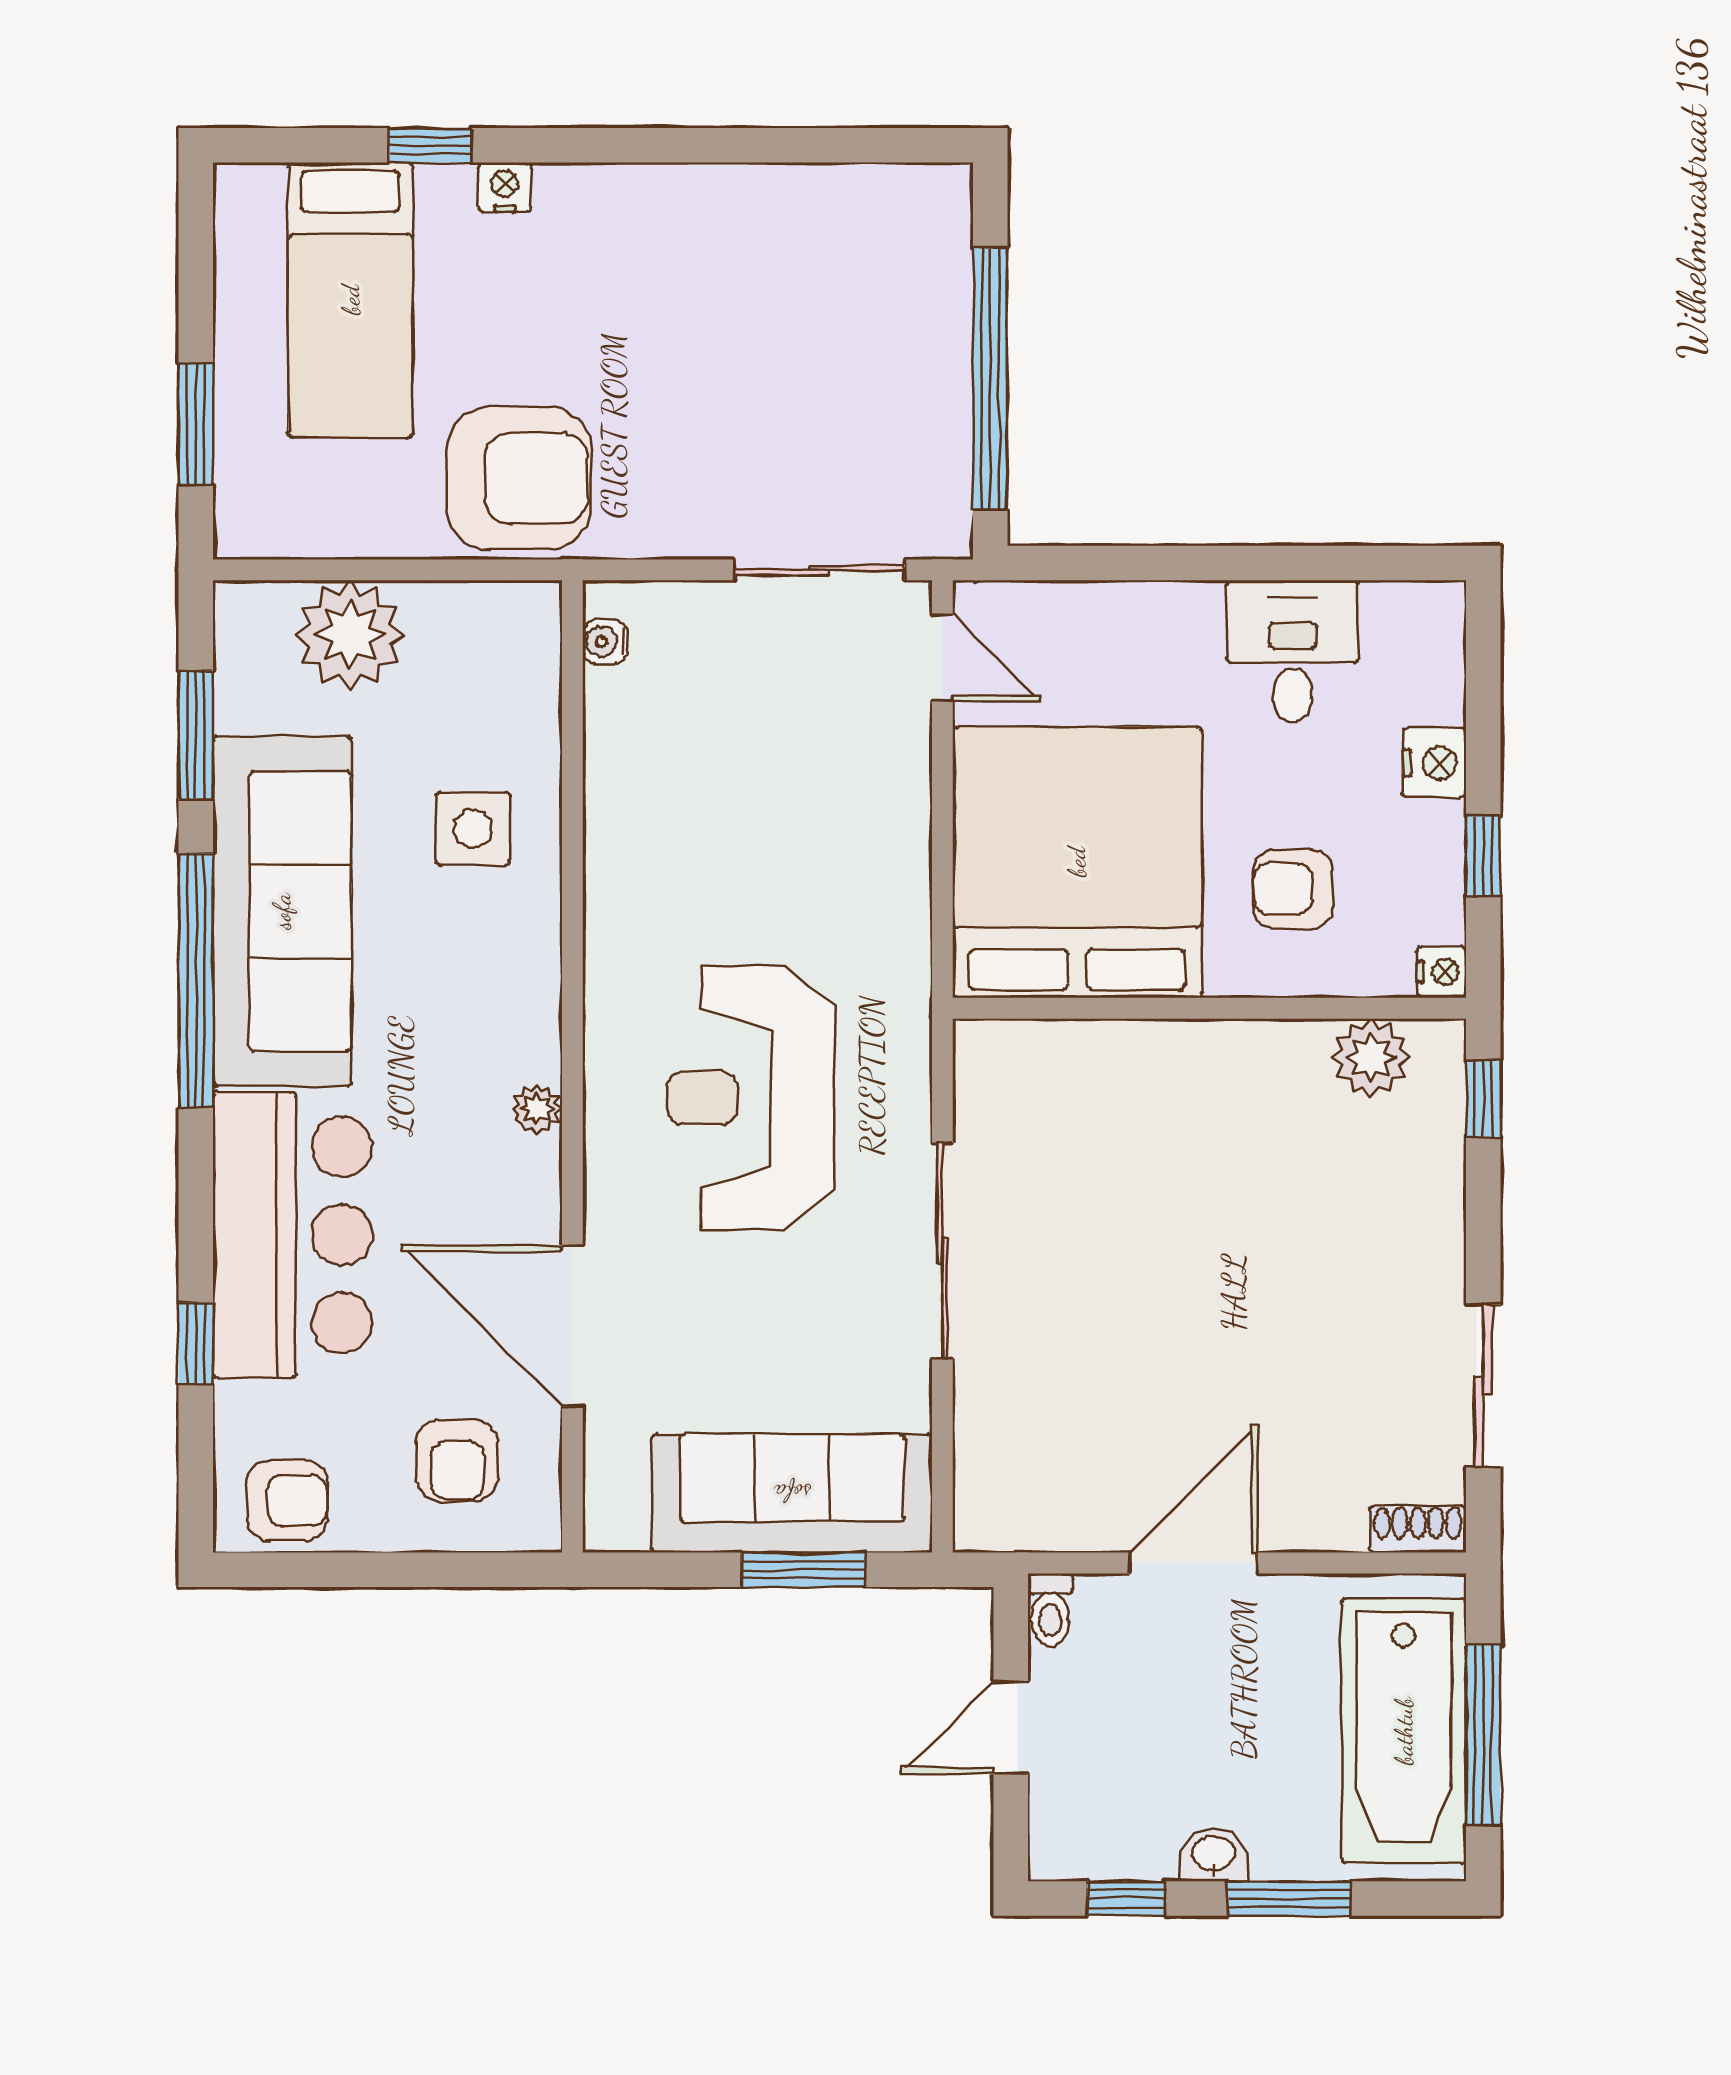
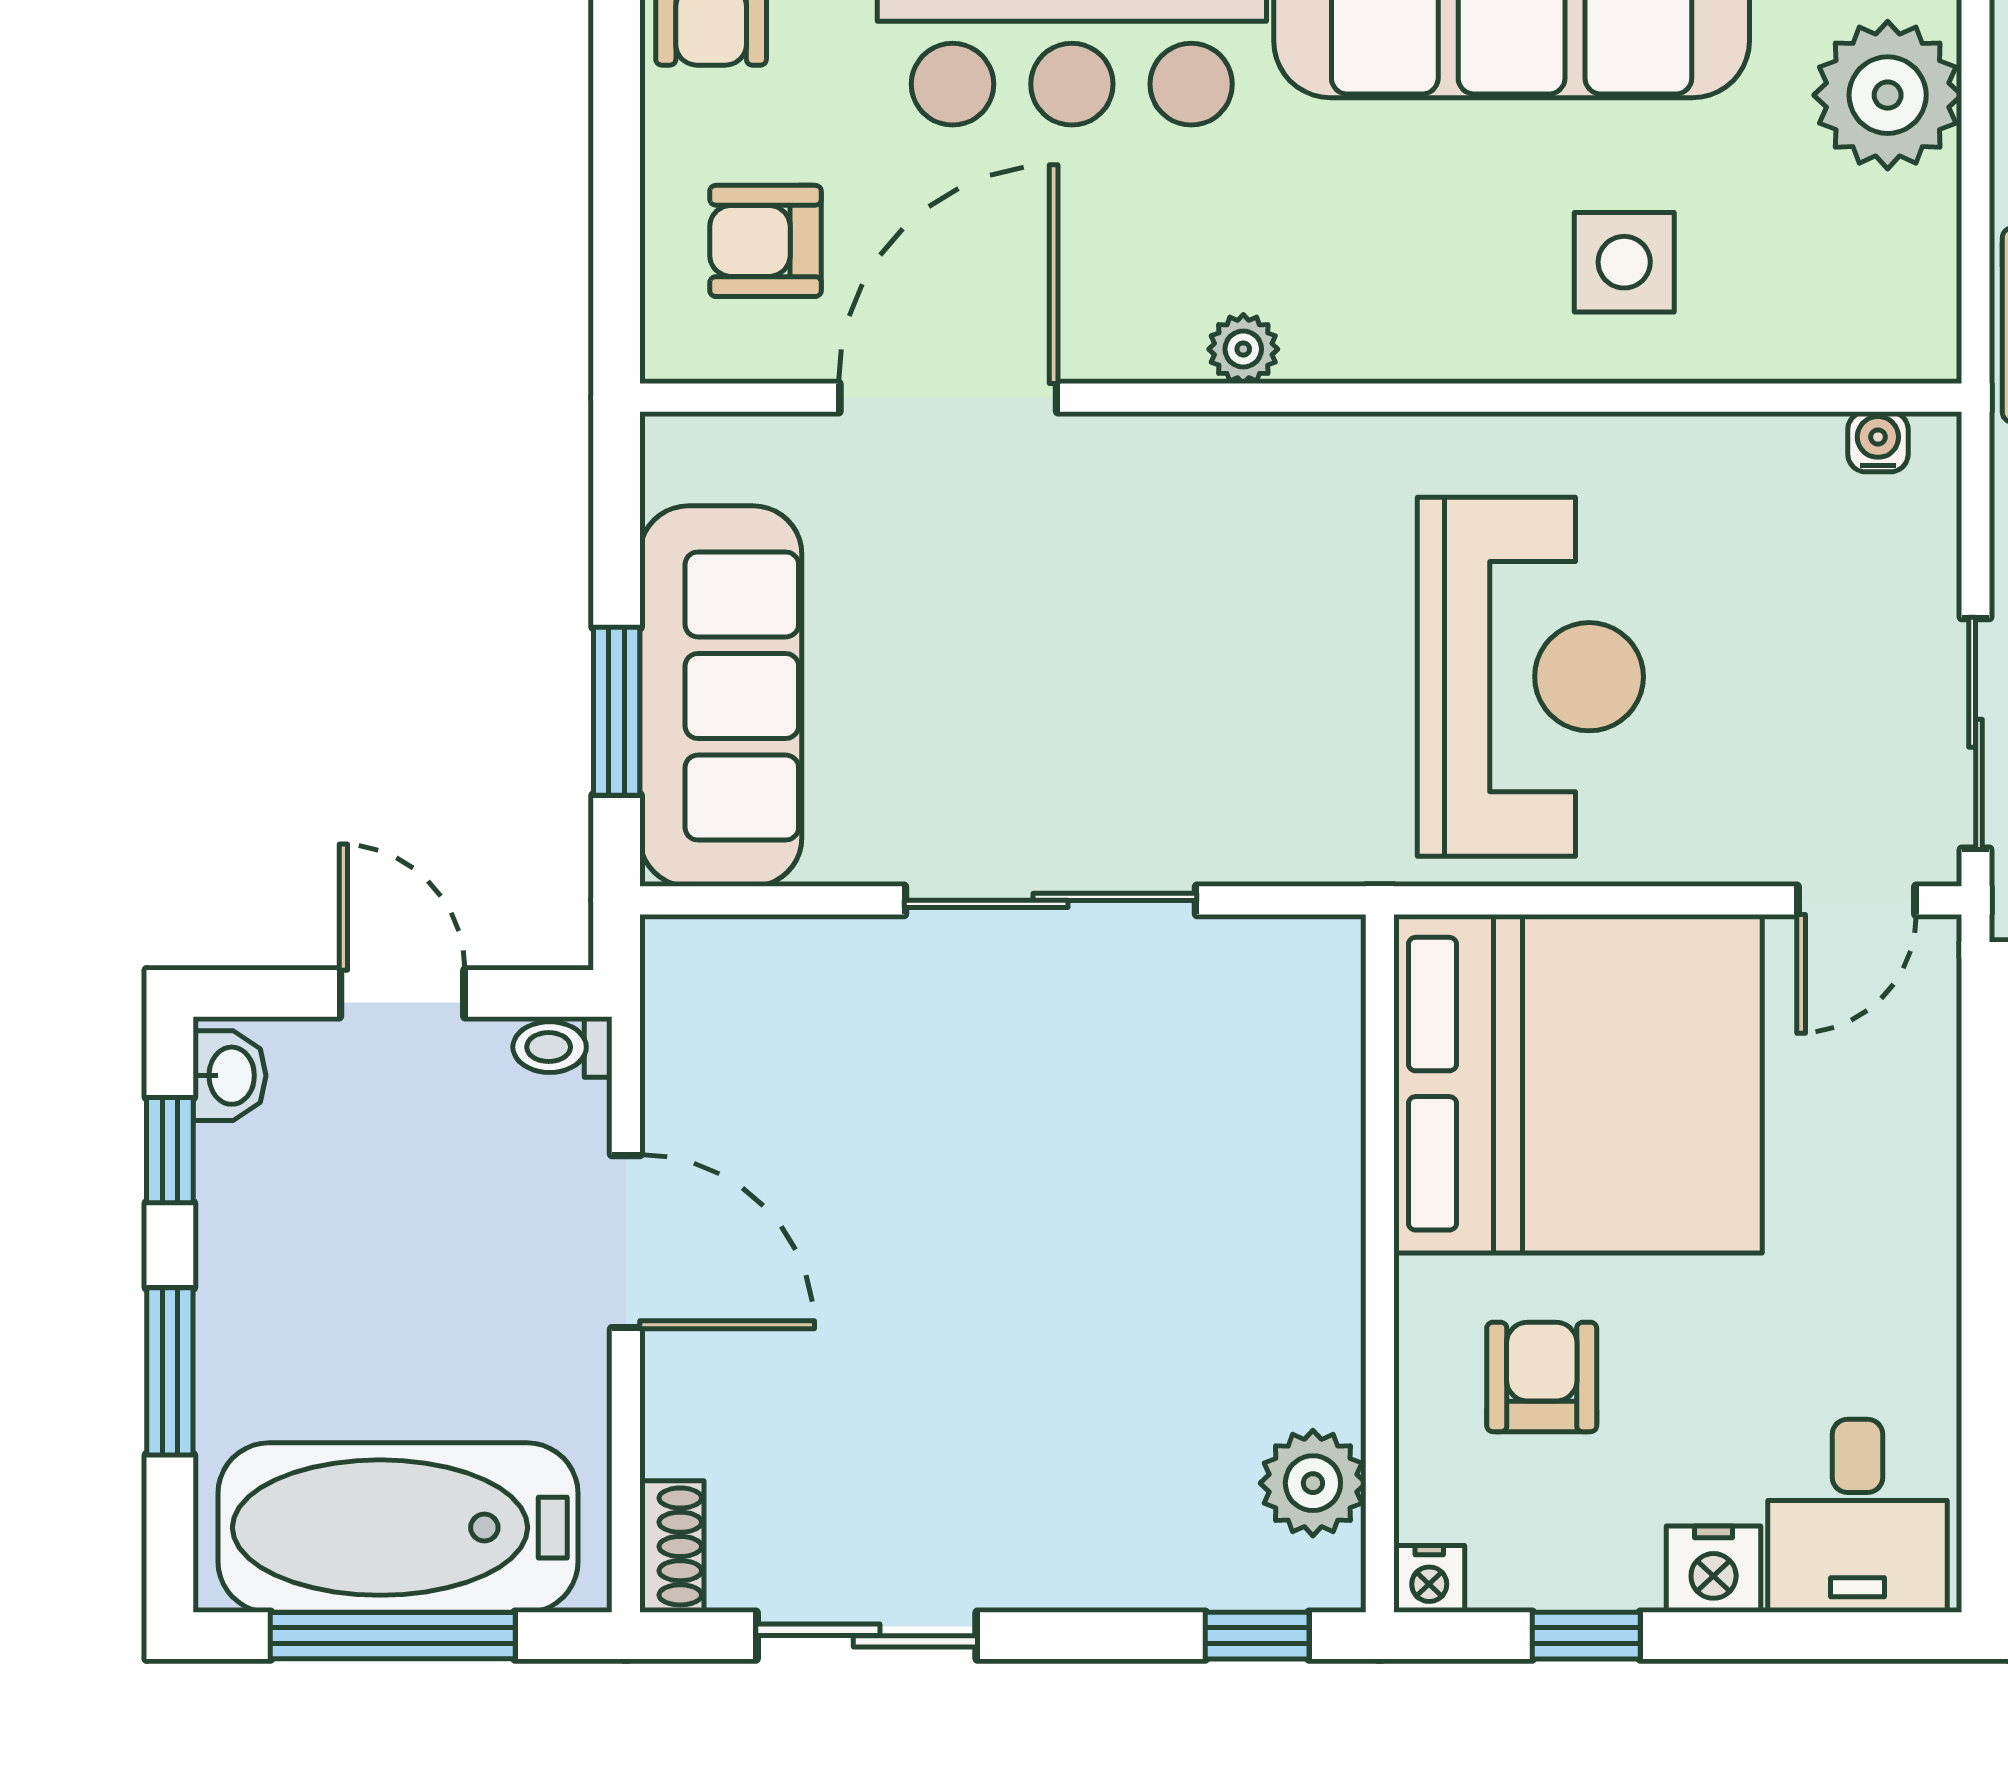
desk: (1293, 651) -> (1857, 1516), moved, turned 90
reception desk: (751, 1098) -> (1530, 677), moved, turned 90
washbasin: (1214, 1855) -> (229, 1076), moved

